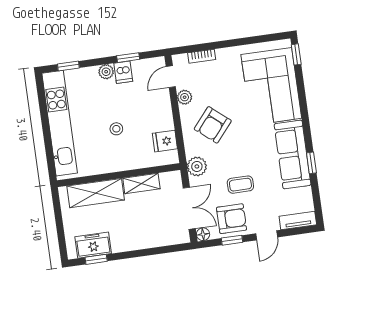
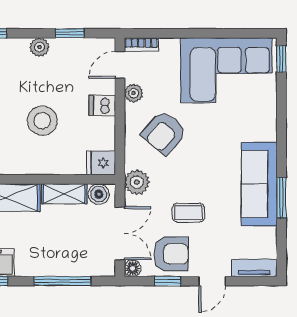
bookcase: (202, 56) -> (141, 44), moved
dishwasher: (123, 72) -> (102, 106), moved, turned 90
corner sofa: (271, 86) -> (226, 70), moved, turned -90
stool: (116, 129) -> (42, 121), width x1.89, depth x1.89
fridge: (165, 141) -> (101, 163), moved
window: (311, 163) -> (281, 198), width x1.50
boiler: (168, 180) -> (99, 194), added
window: (150, 252) -> (63, 281), added

